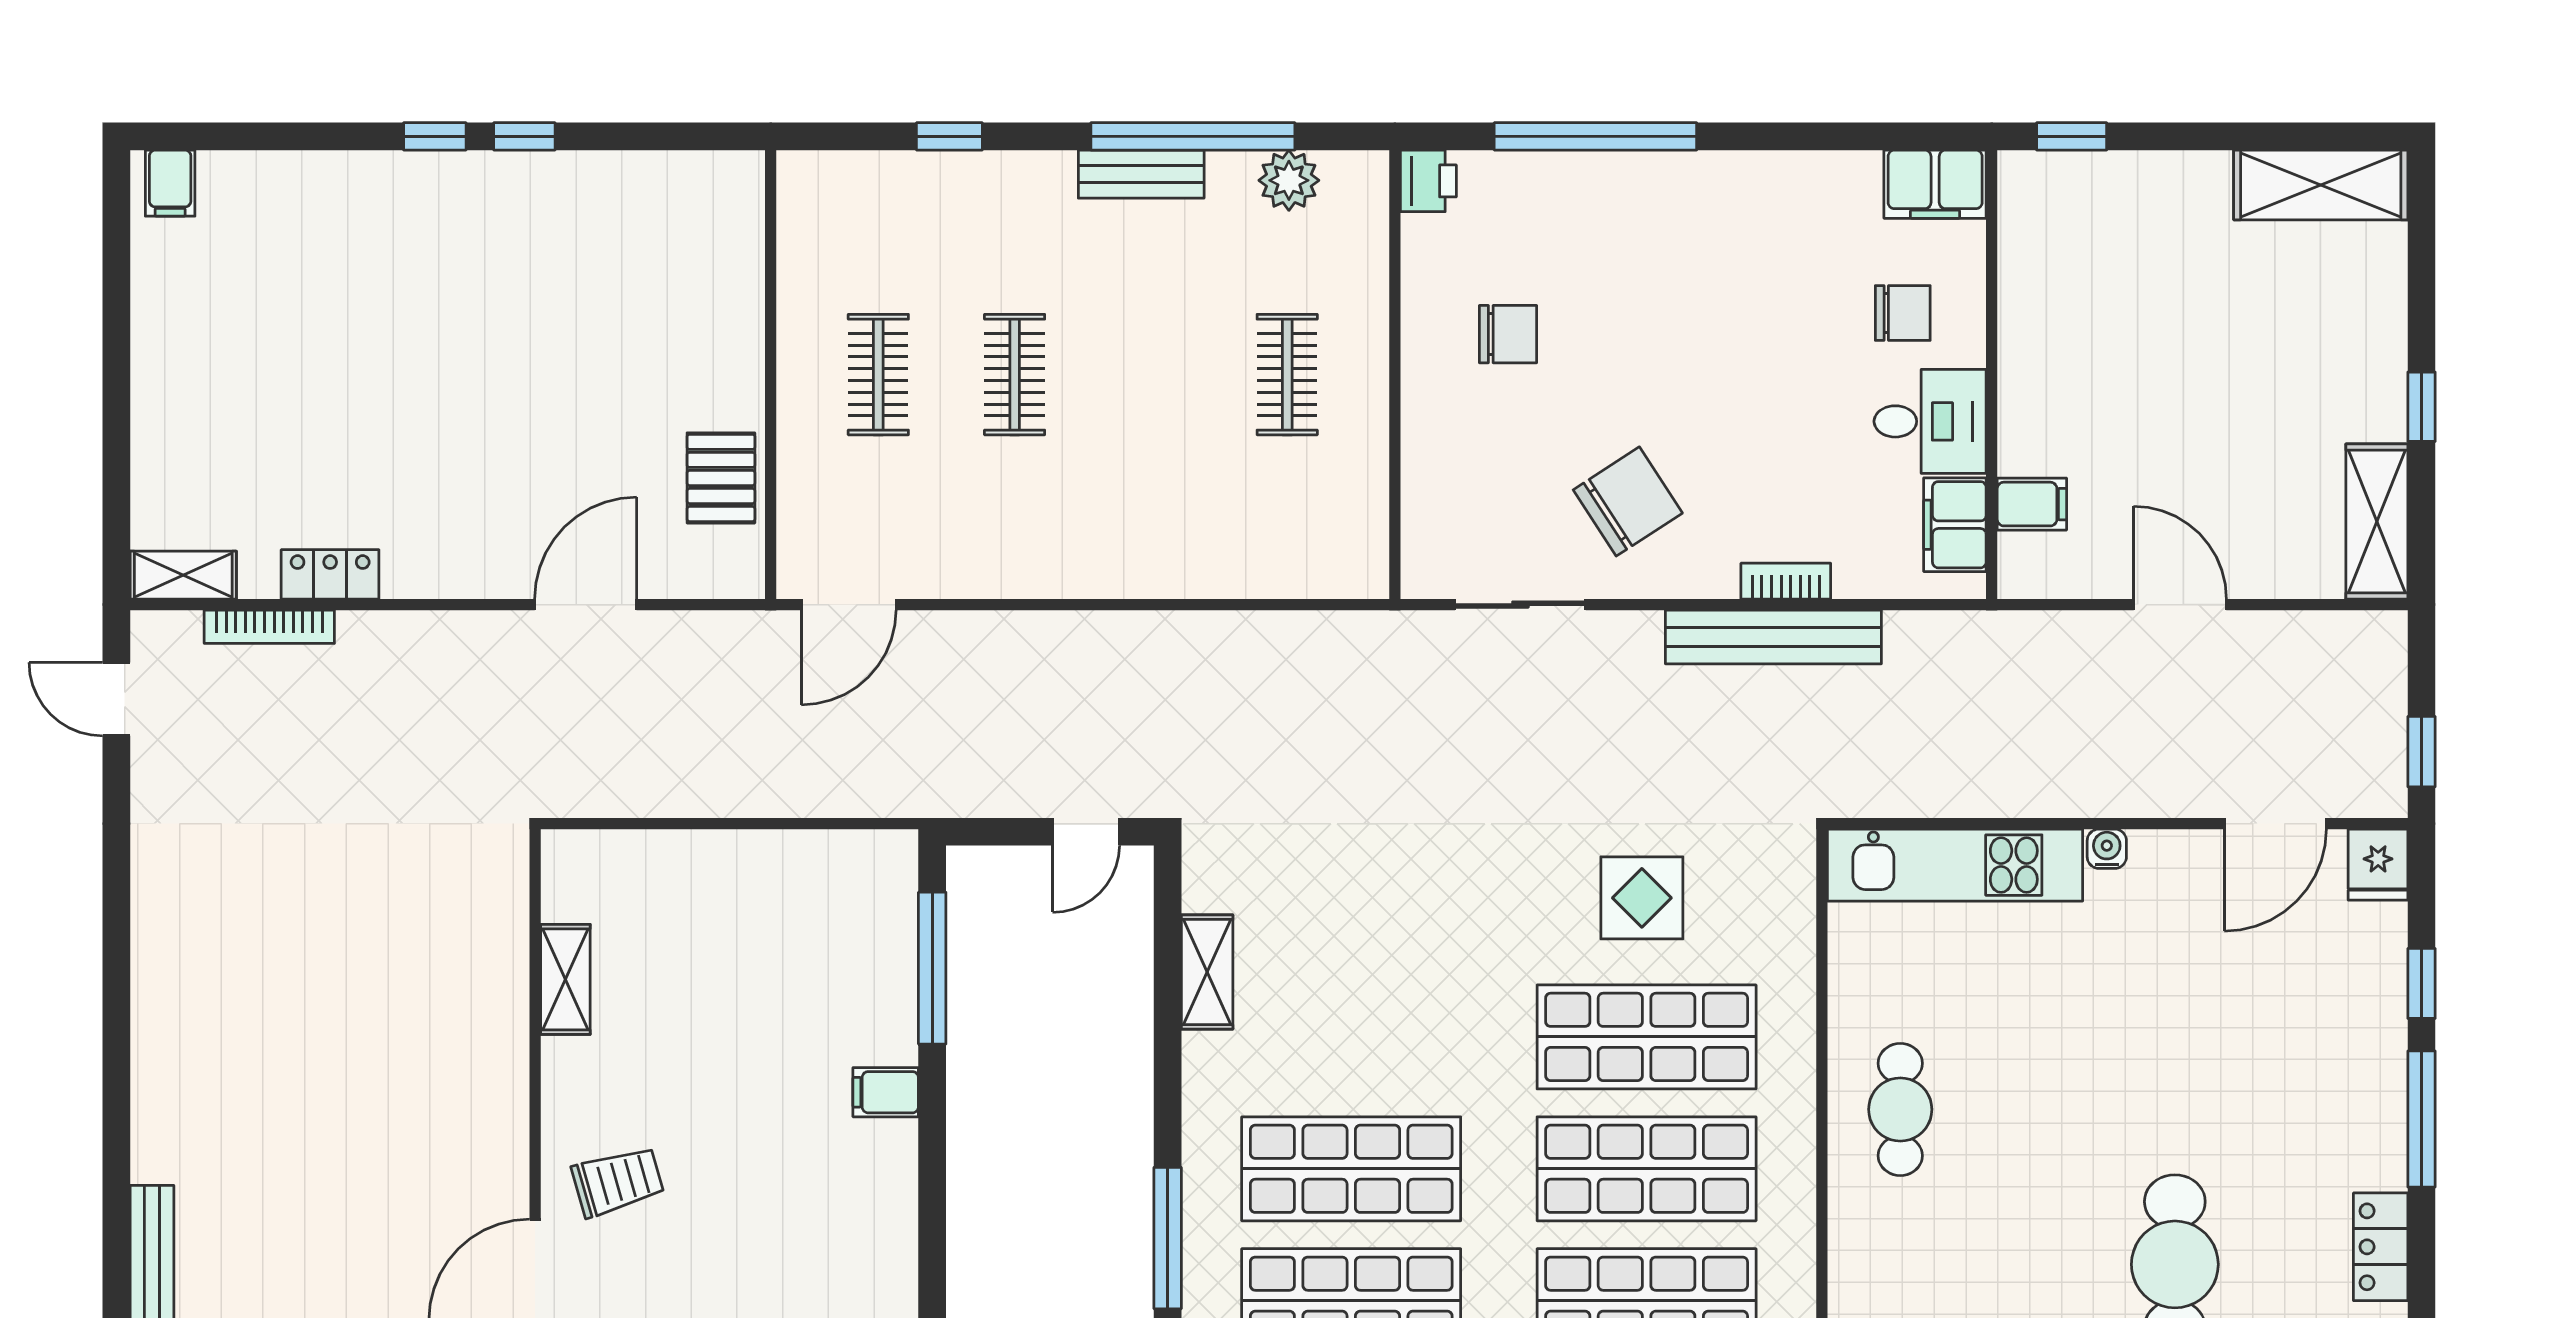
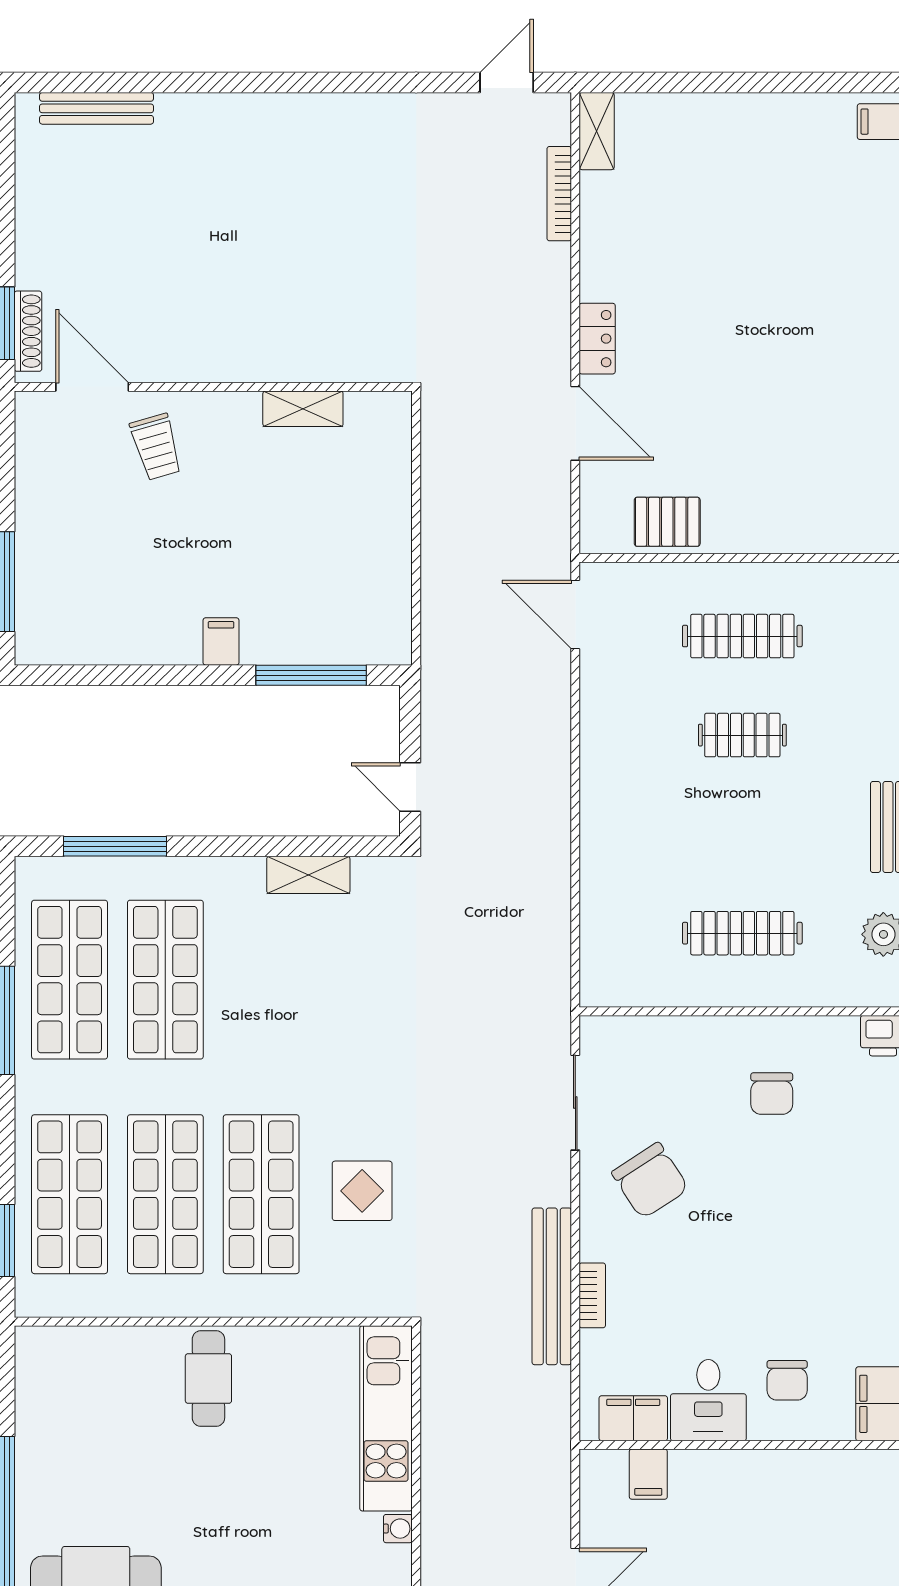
clothes rail: (878, 375) -> (742, 636), width x1.36
clothes rail: (1287, 375) -> (742, 933), width x1.36
locker: (330, 574) -> (597, 339), moved
cafe table: (1900, 1109) -> (208, 1379), turned 90

